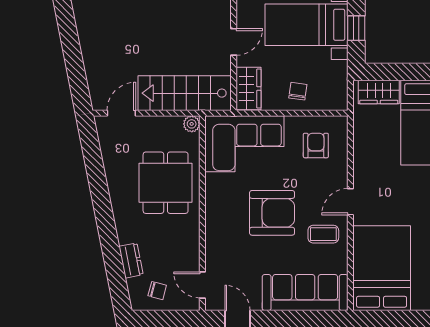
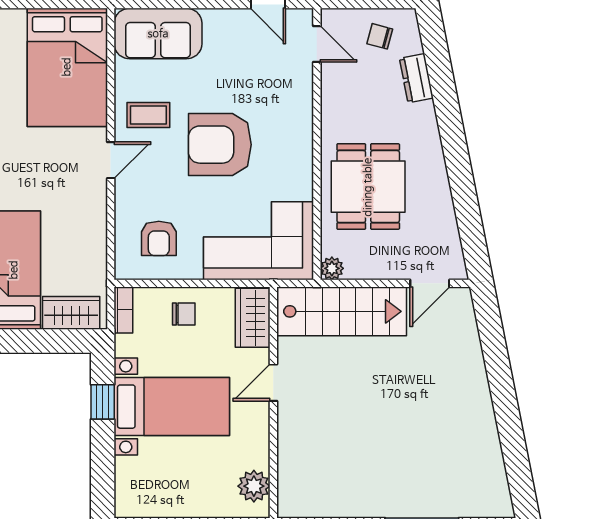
chair: (298, 91) -> (184, 314), turned -98
bookcase: (341, 94) -> (123, 310), added
sofa: (305, 293) -> (158, 34), width x0.73

